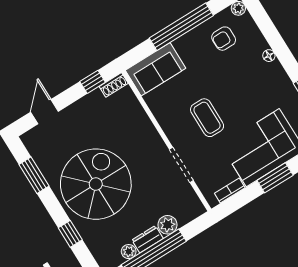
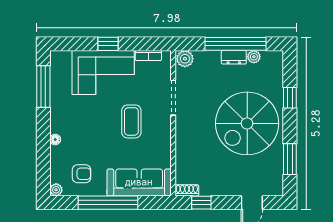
sofa: (156, 69) -> (139, 182), width x1.36
window: (275, 178) -> (108, 44), width x0.67
plant: (168, 225) -> (185, 59), moved

